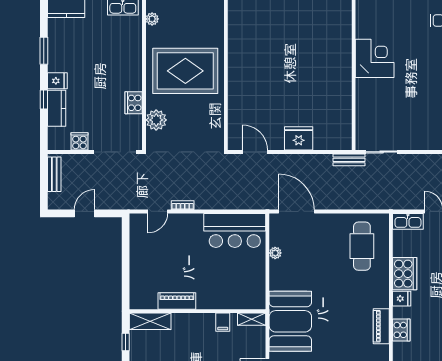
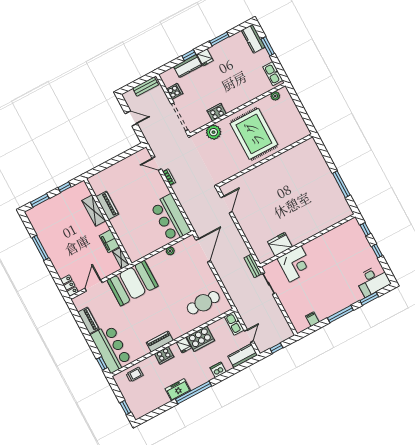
corner desk: (375, 58) -> (295, 264), moved
fridge: (299, 138) -> (280, 244), moved, turned -90
shelving: (150, 321) -> (94, 211), moved
filing cabinet: (223, 322) -> (109, 241), width x2.00

